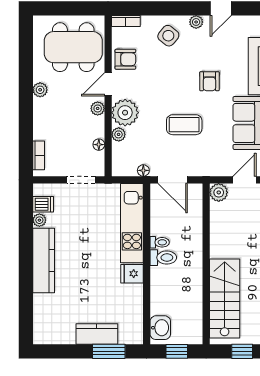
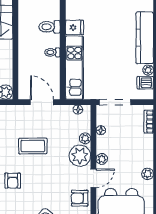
armchair: (209, 81) -> (13, 181), turned 180
floor lamp: (143, 170) -> (78, 110), moved
doorway: (81, 180) -> (115, 102), width x1.38
toilet: (163, 258) -> (49, 27), moved

